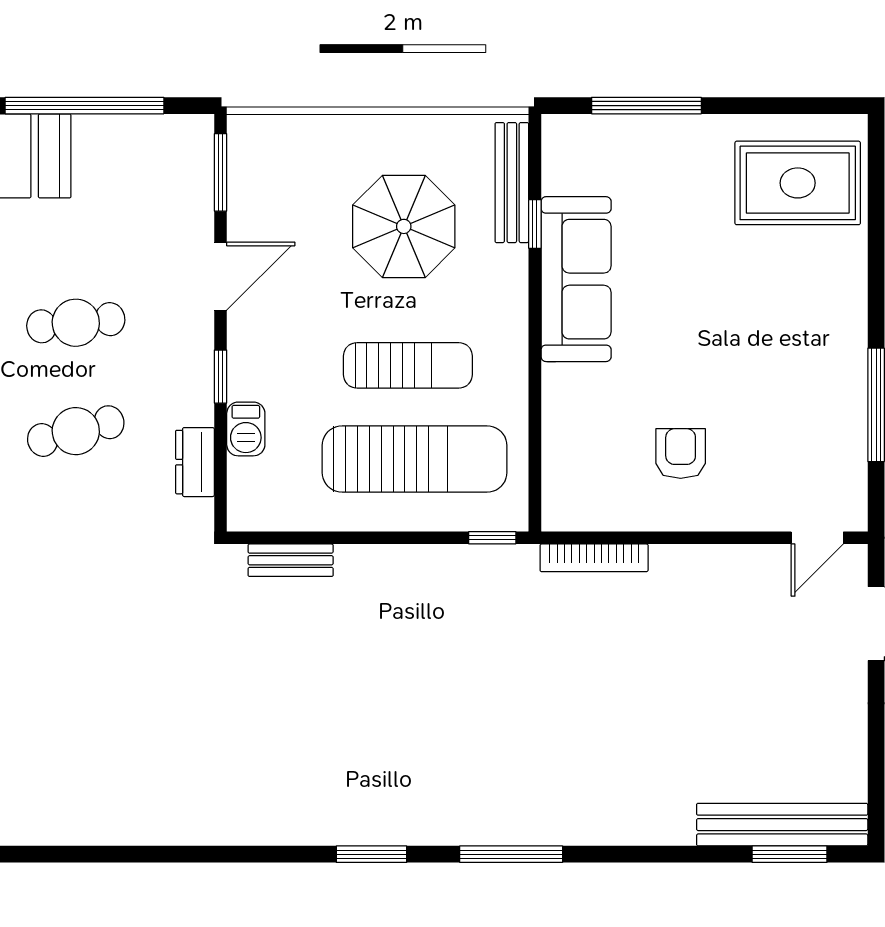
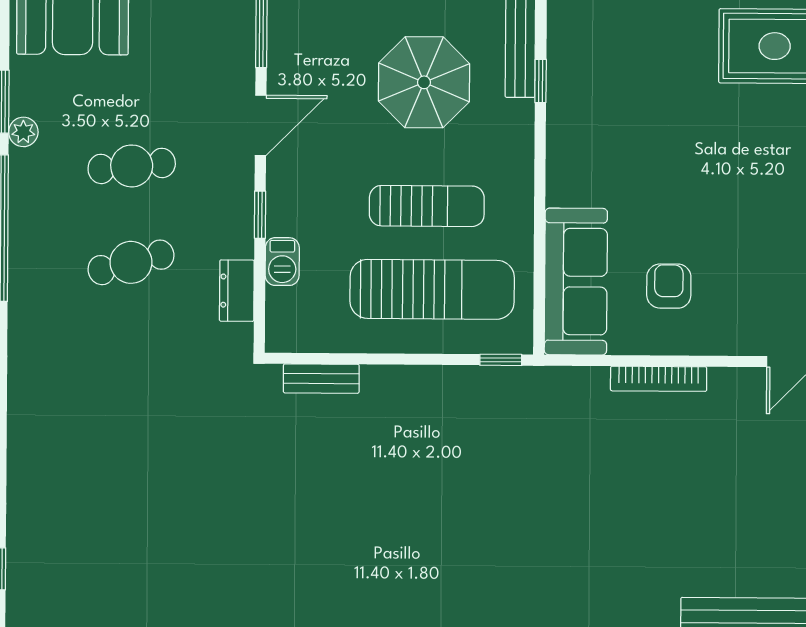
sofa: (576, 279) -> (576, 282), moved
bookcase: (594, 558) -> (659, 379), moved

